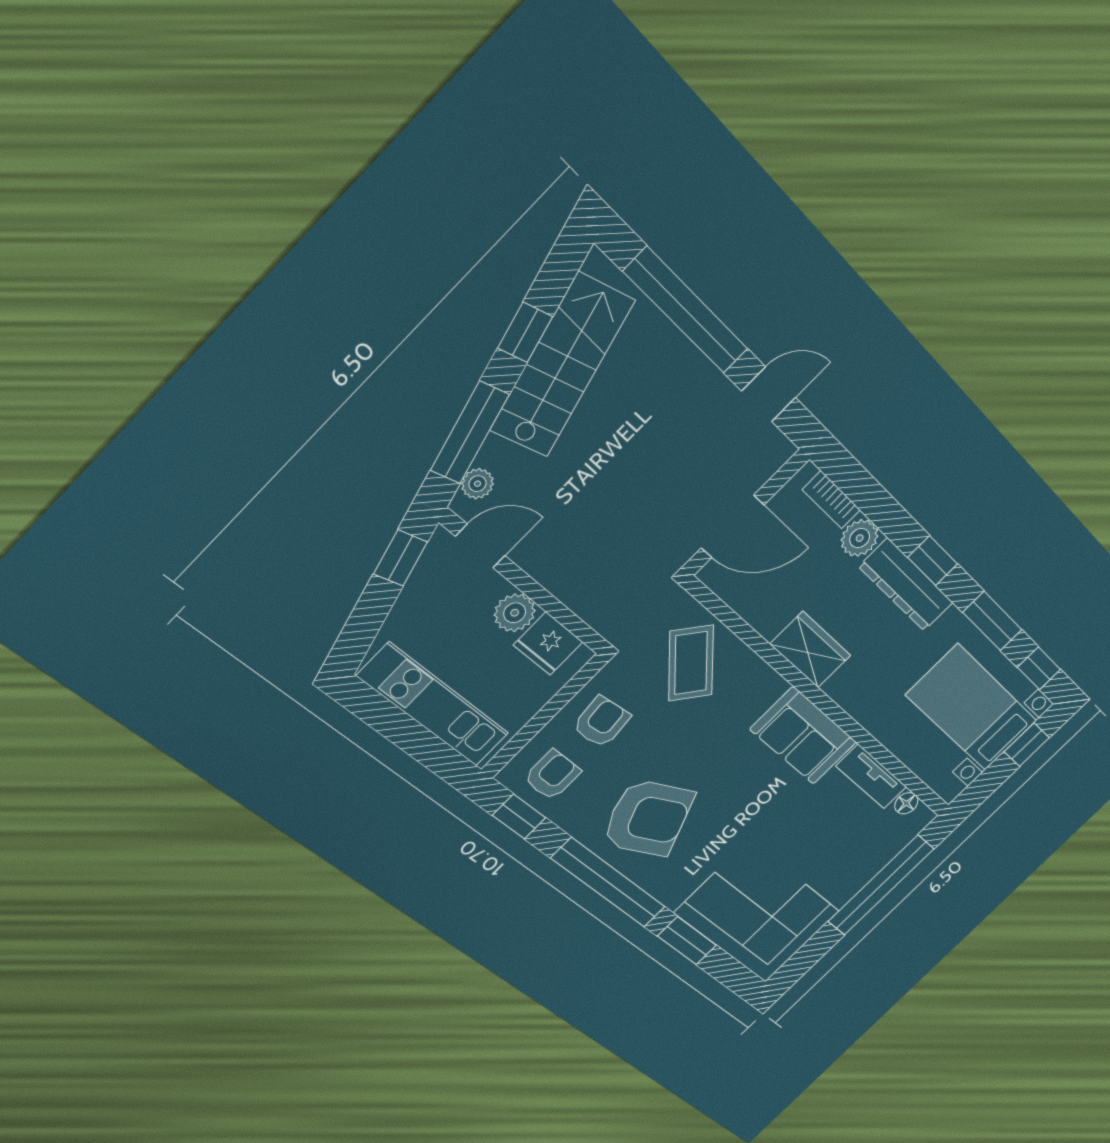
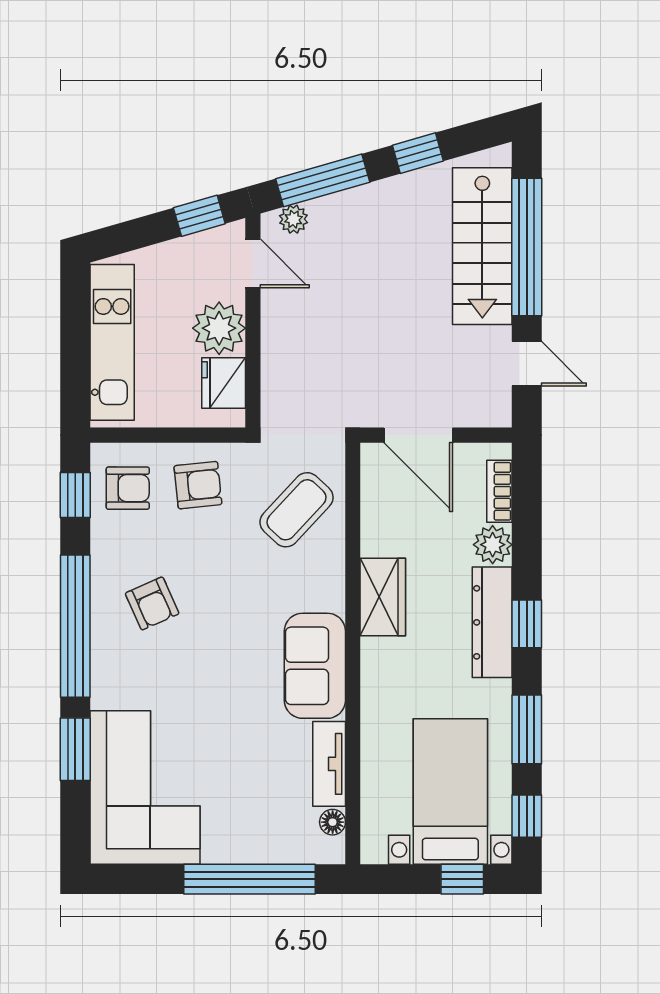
stairs: (562, 366) -> (482, 246), moved, turned 106
plant: (515, 613) -> (219, 328), width x1.36, depth x1.36
armchair: (648, 818) -> (152, 603), width x0.53, depth x0.53

